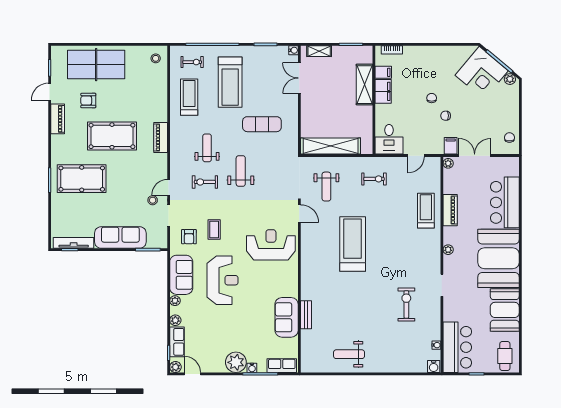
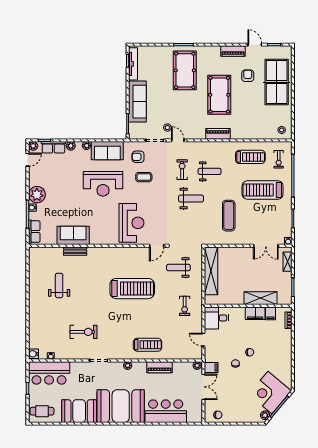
double door: (299, 78) -> (266, 246), swing flipped
treadmill: (426, 211) -> (148, 345), moved
weight bench: (349, 354) -> (59, 285), moved

